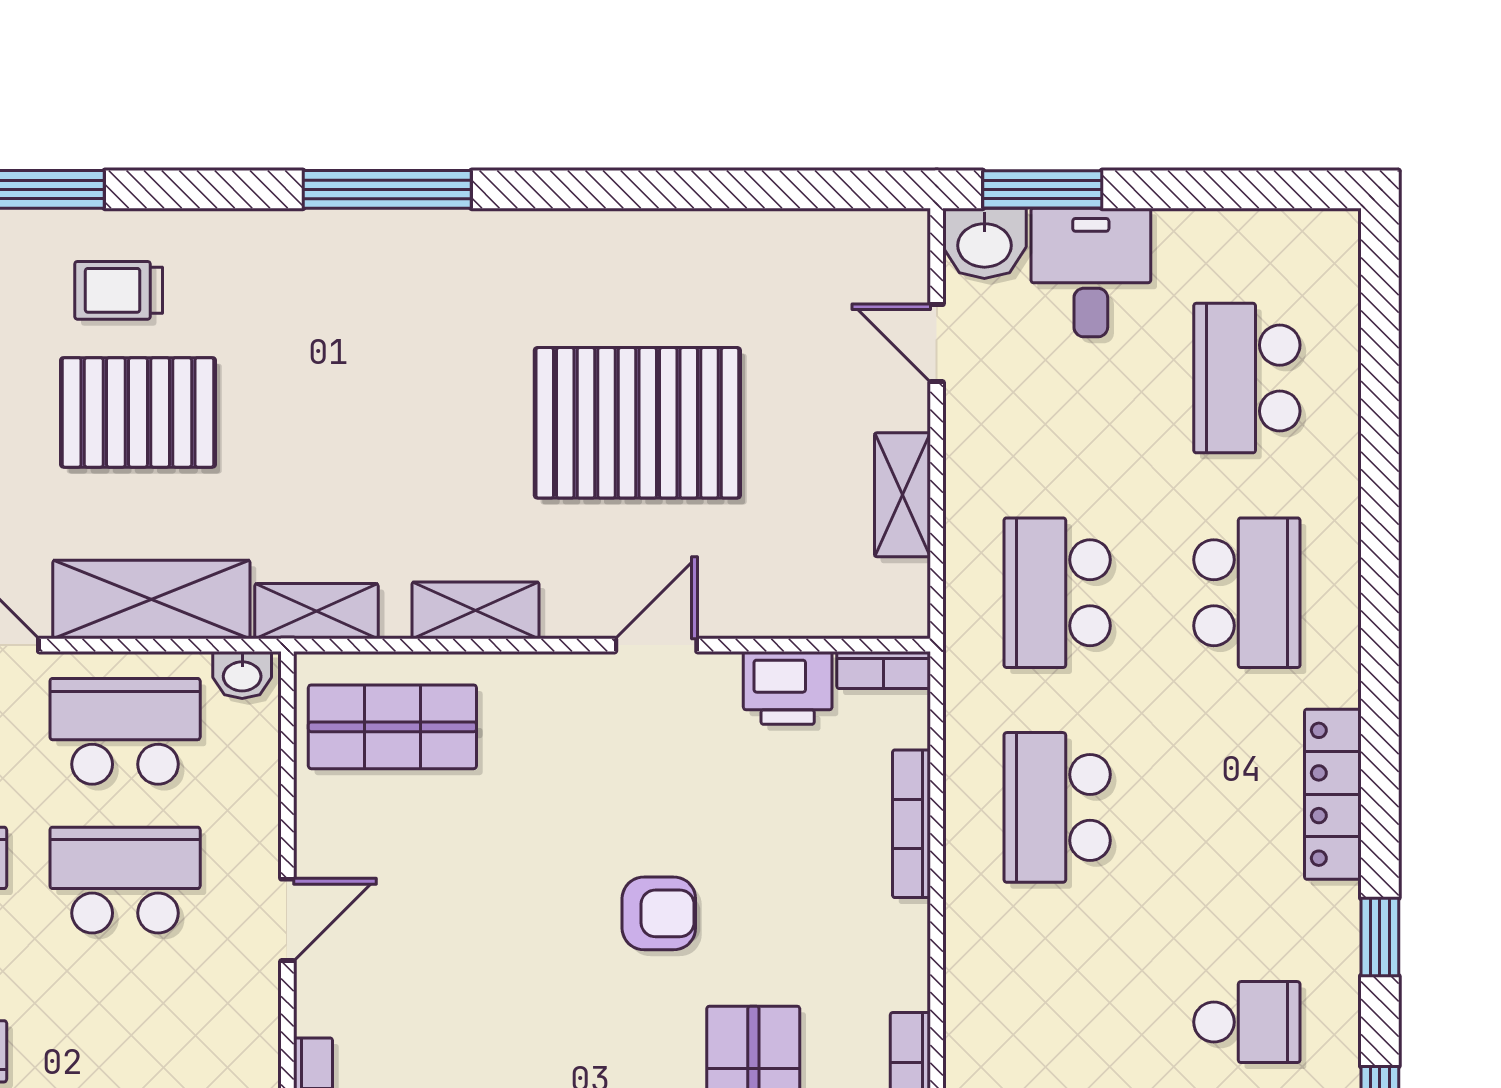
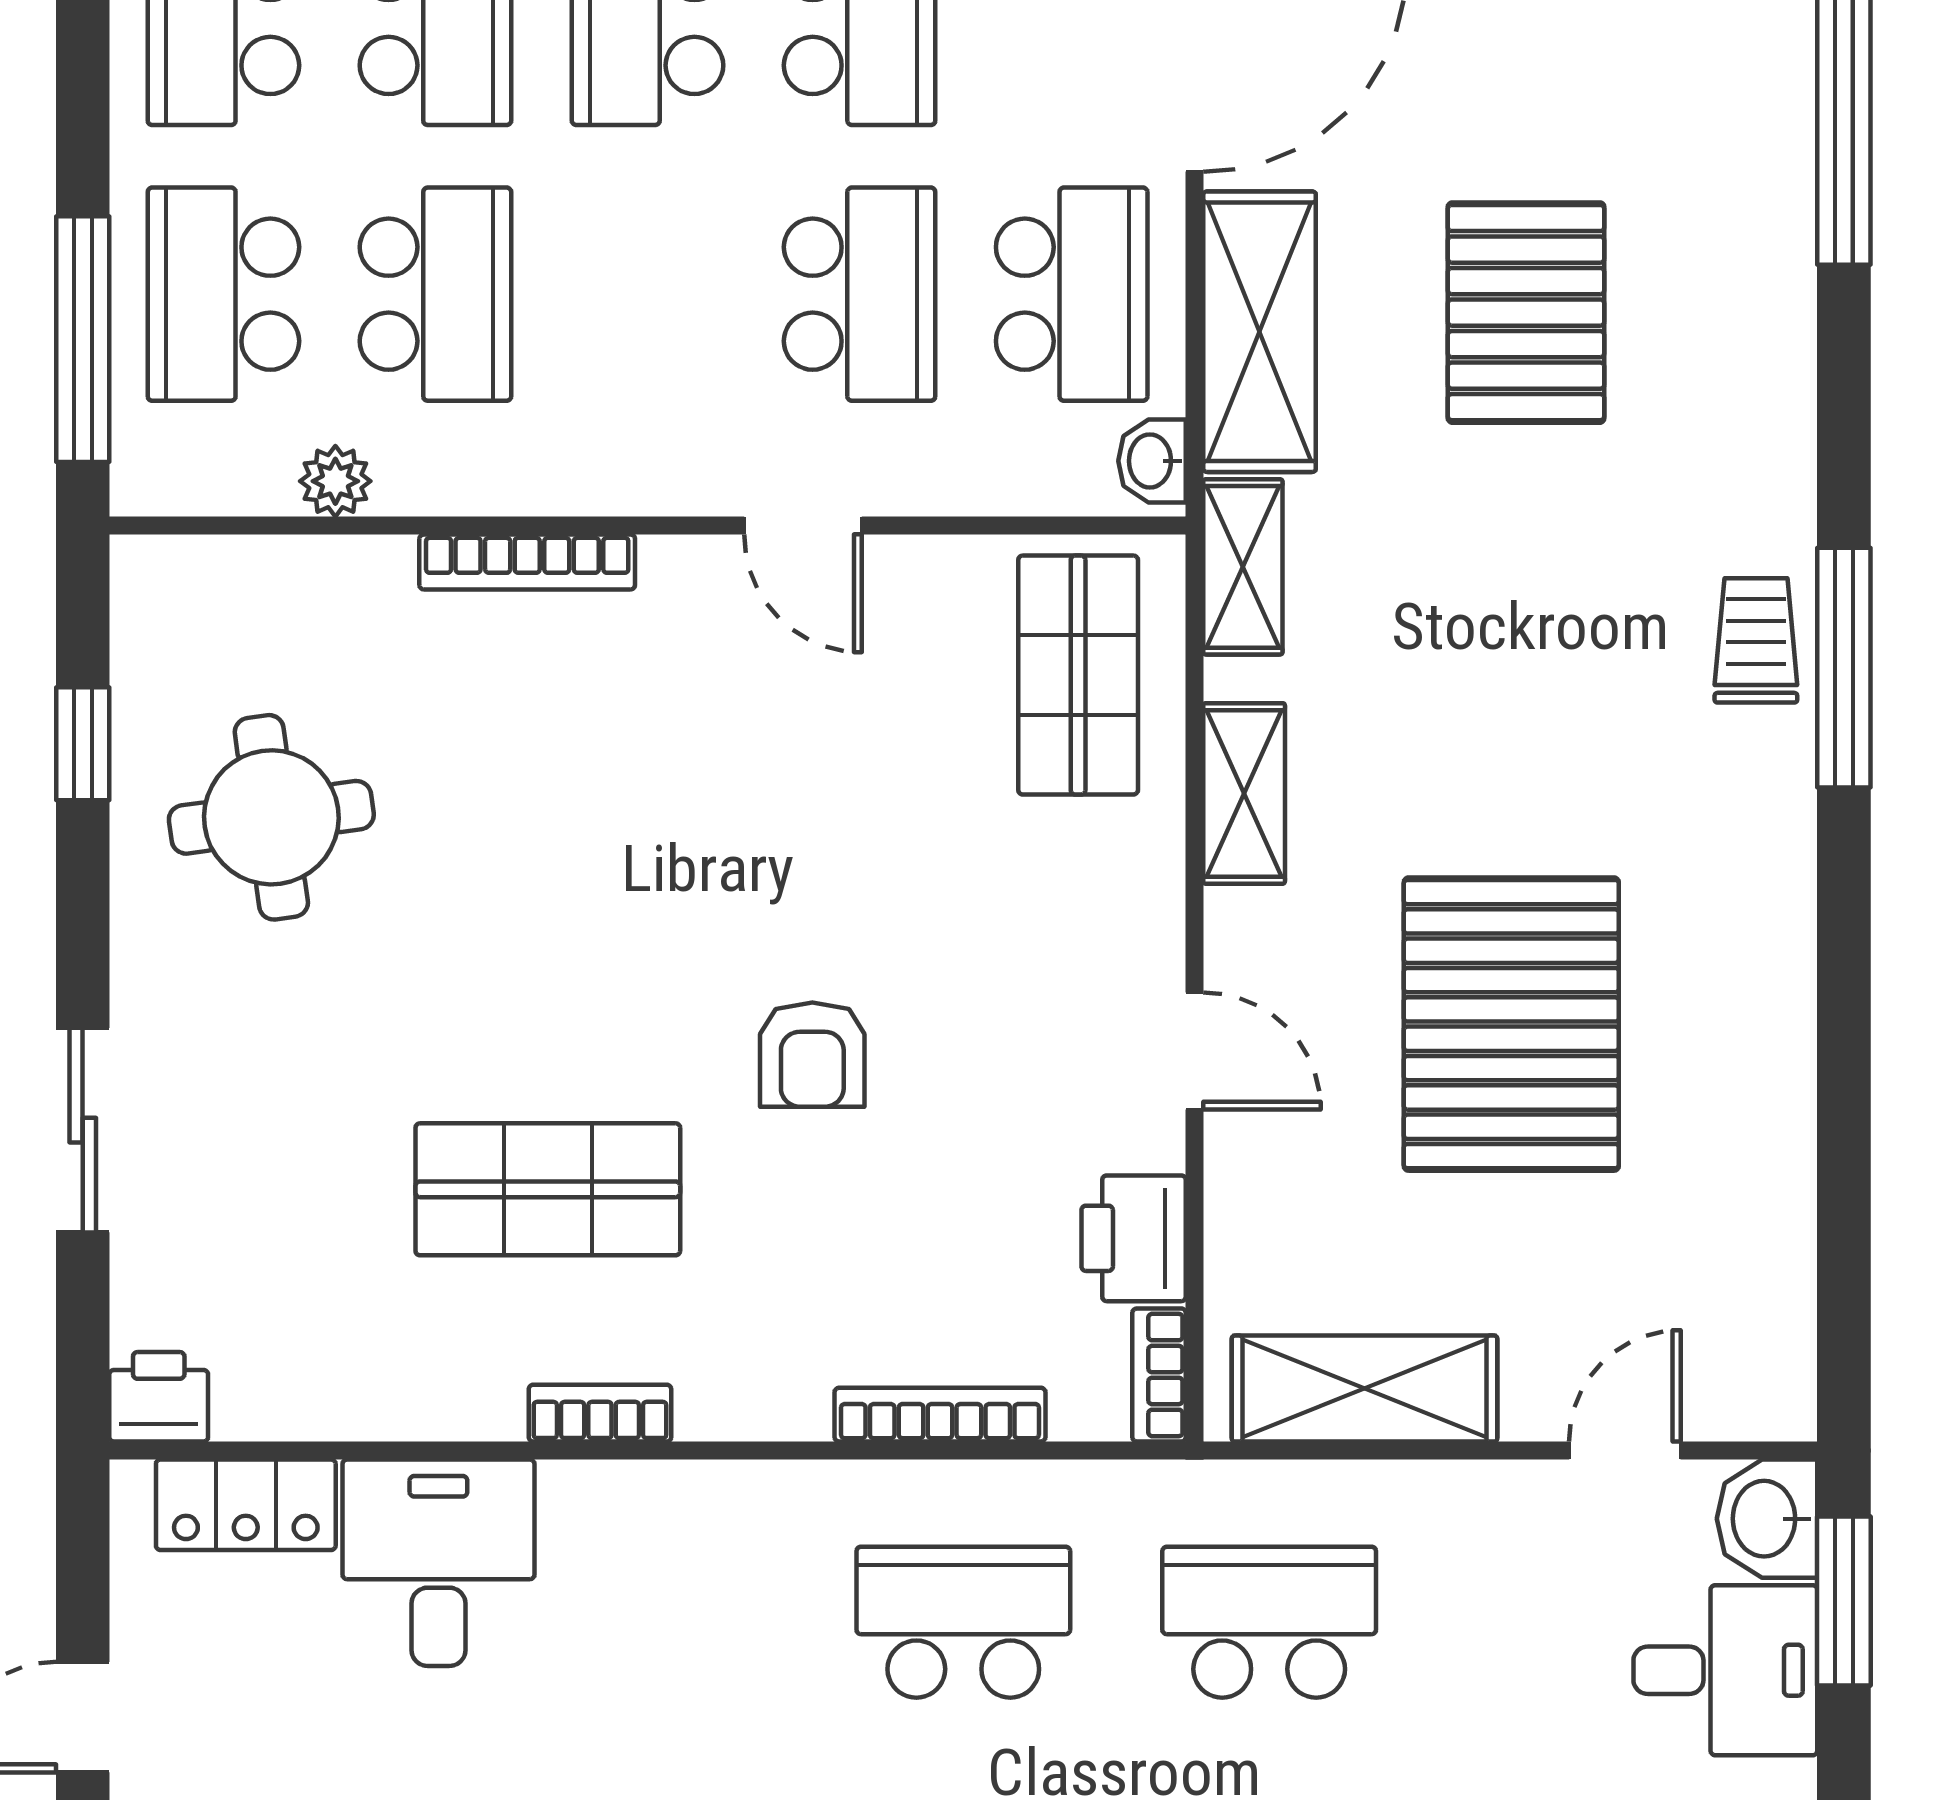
trolley: (119, 290) -> (1756, 640), moved
shelving: (902, 495) -> (1364, 1389), width x1.50, depth x1.33

